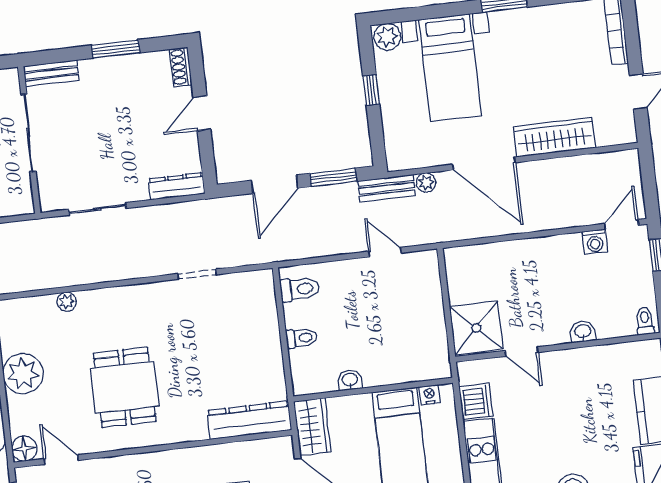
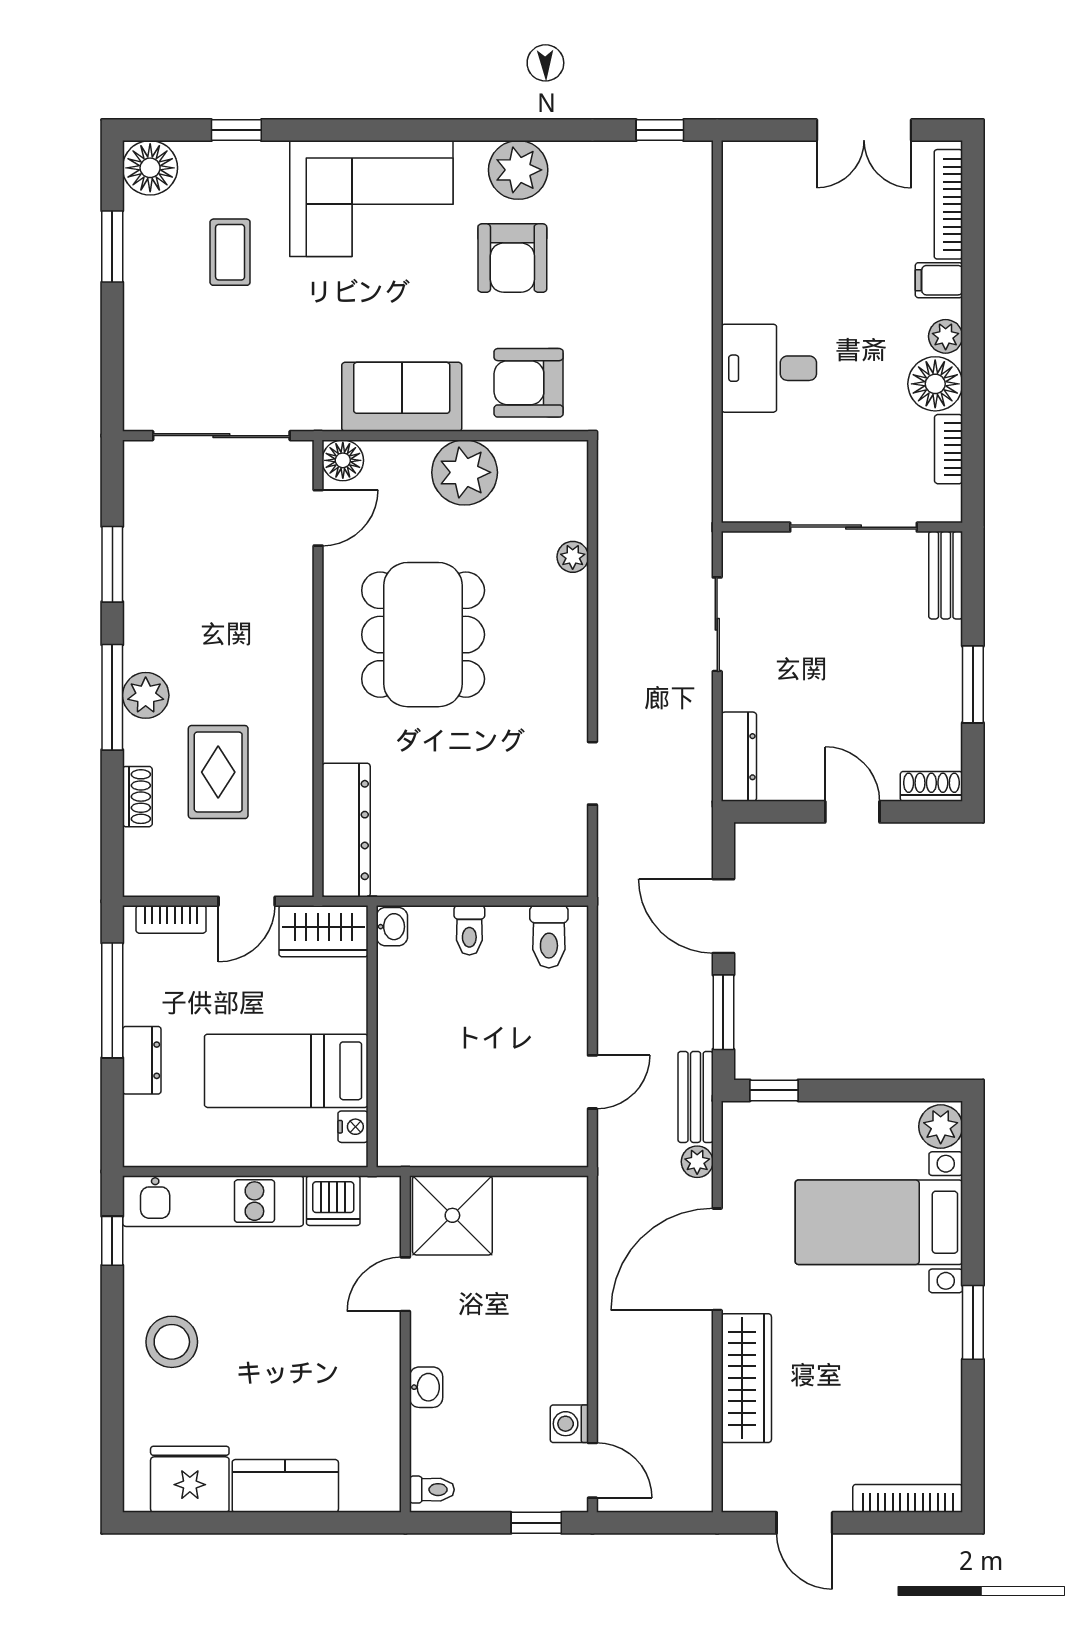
window: (371, 90) -> (774, 1090), moved
washbasin: (350, 380) -> (392, 927), moved
dining table: (125, 387) -> (423, 635), width x1.38

